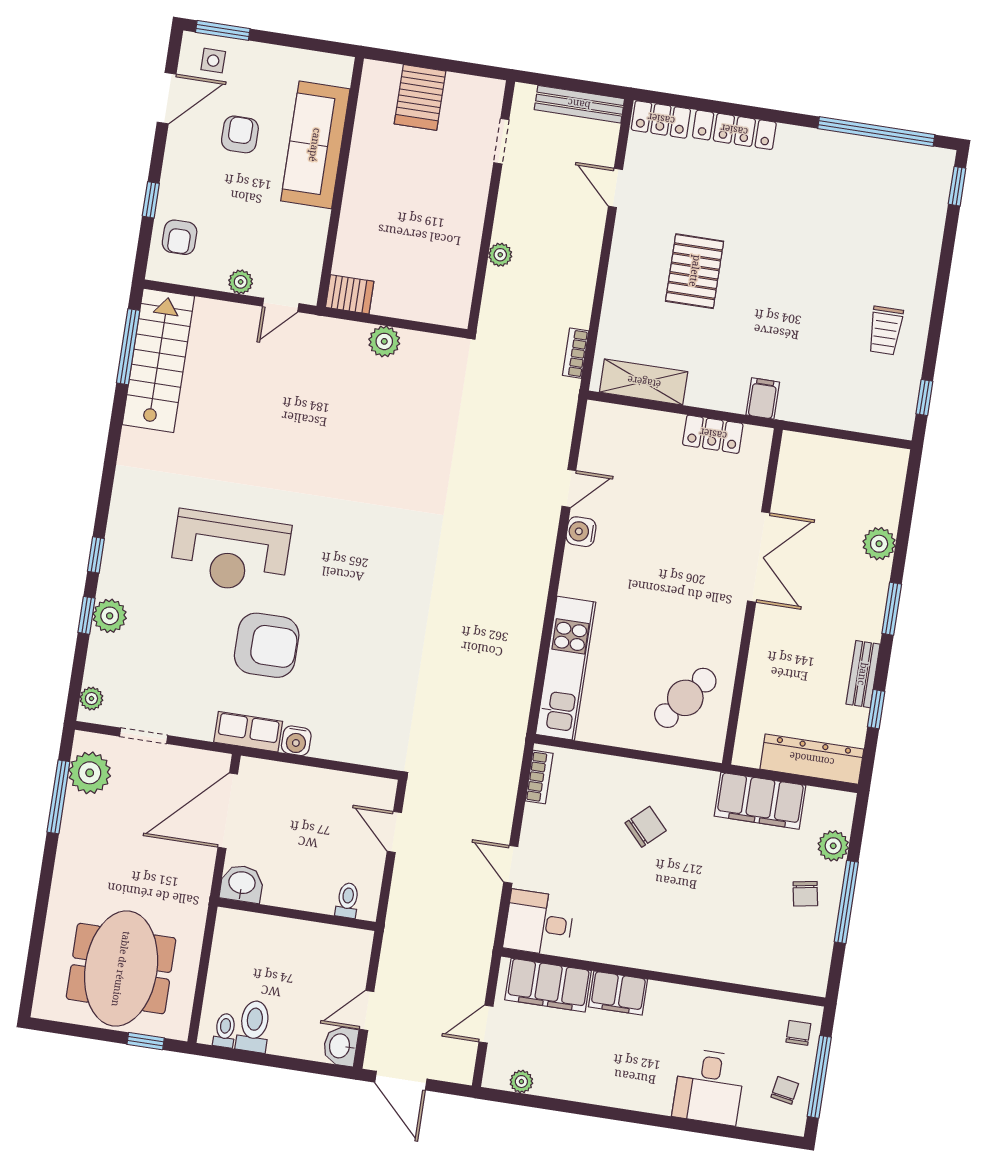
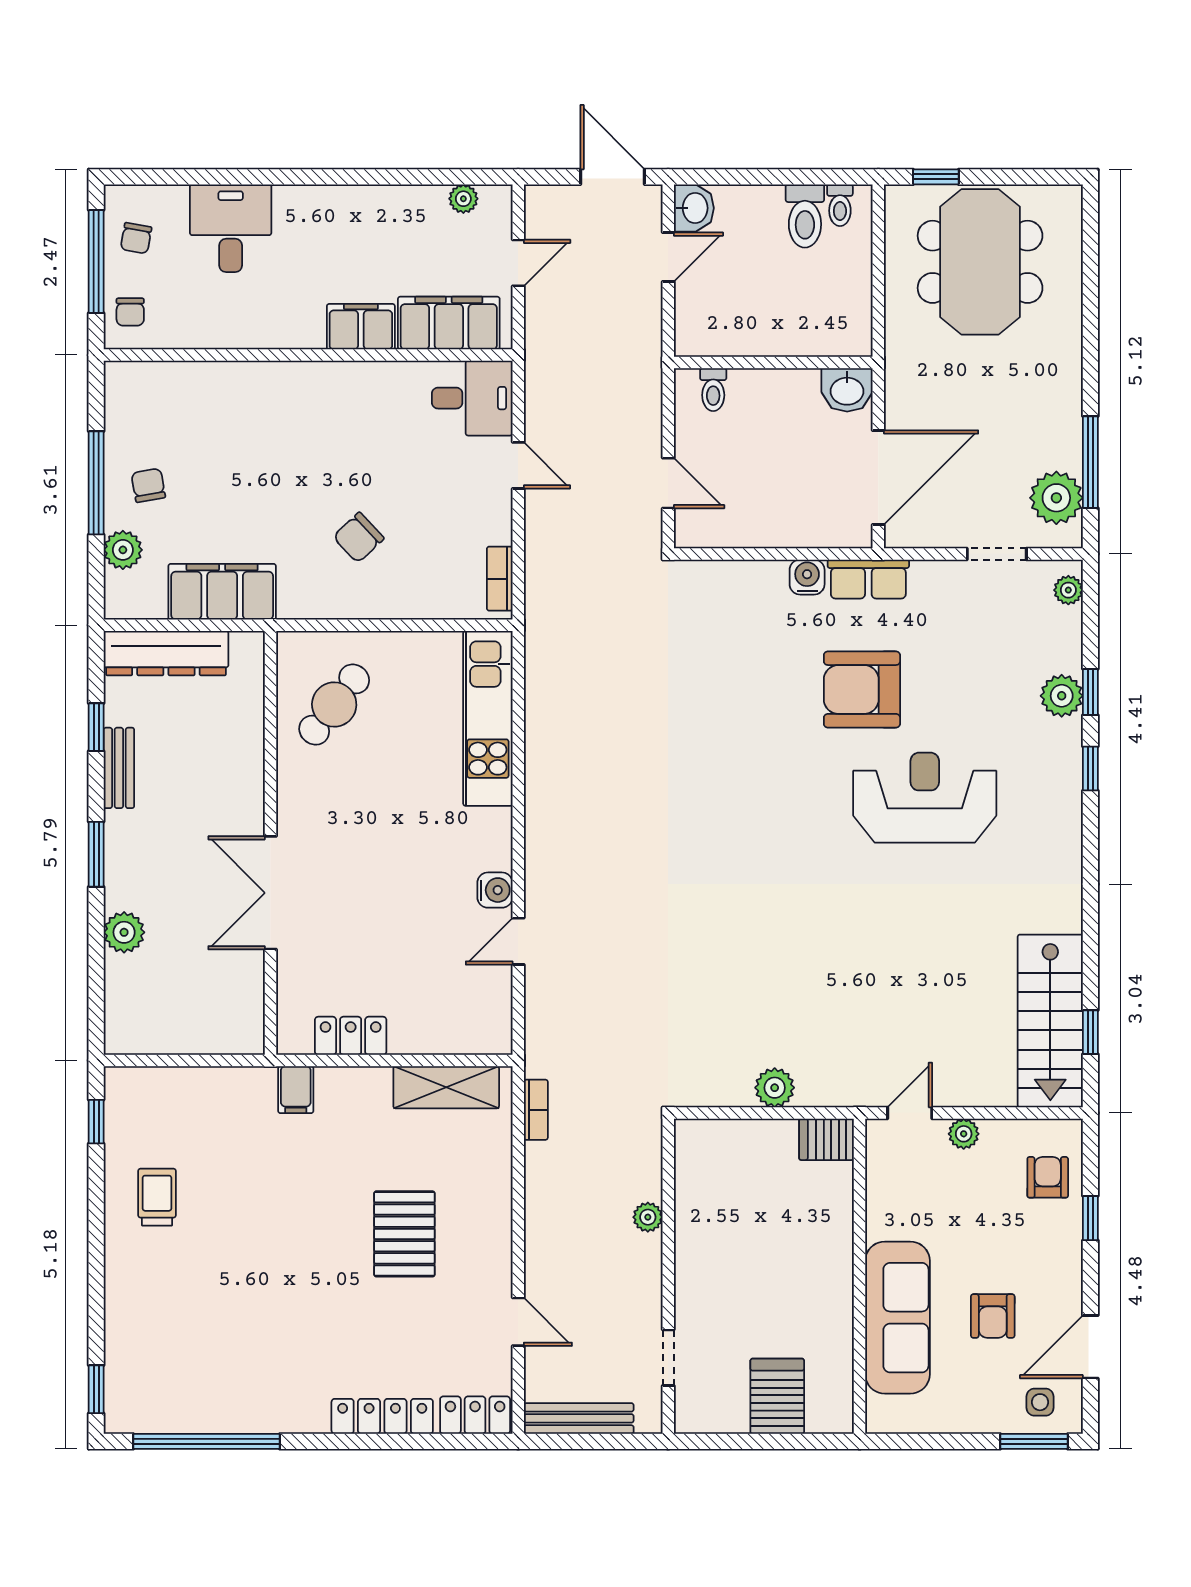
window: (128, 347) -> (1090, 1032), width x0.46

